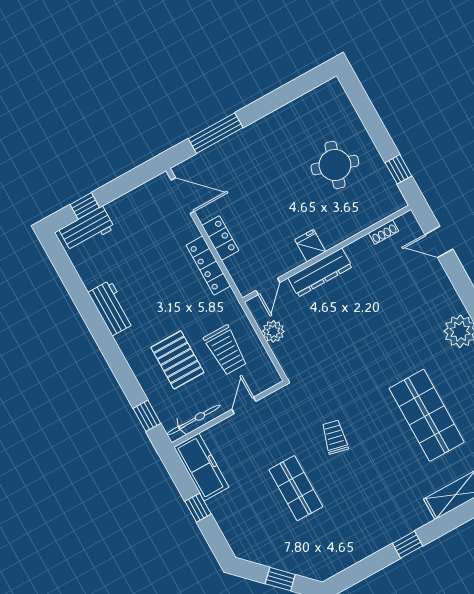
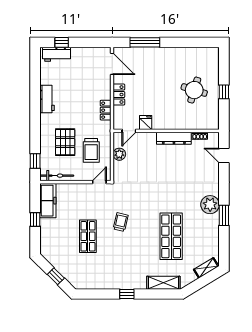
window: (398, 169) -> (224, 92), moved
fridge: (310, 246) -> (146, 123), moved
locker: (208, 265) -> (106, 110), width x0.66
dresser: (320, 272) -> (174, 138), moved
door: (244, 405) -> (99, 182), moved

